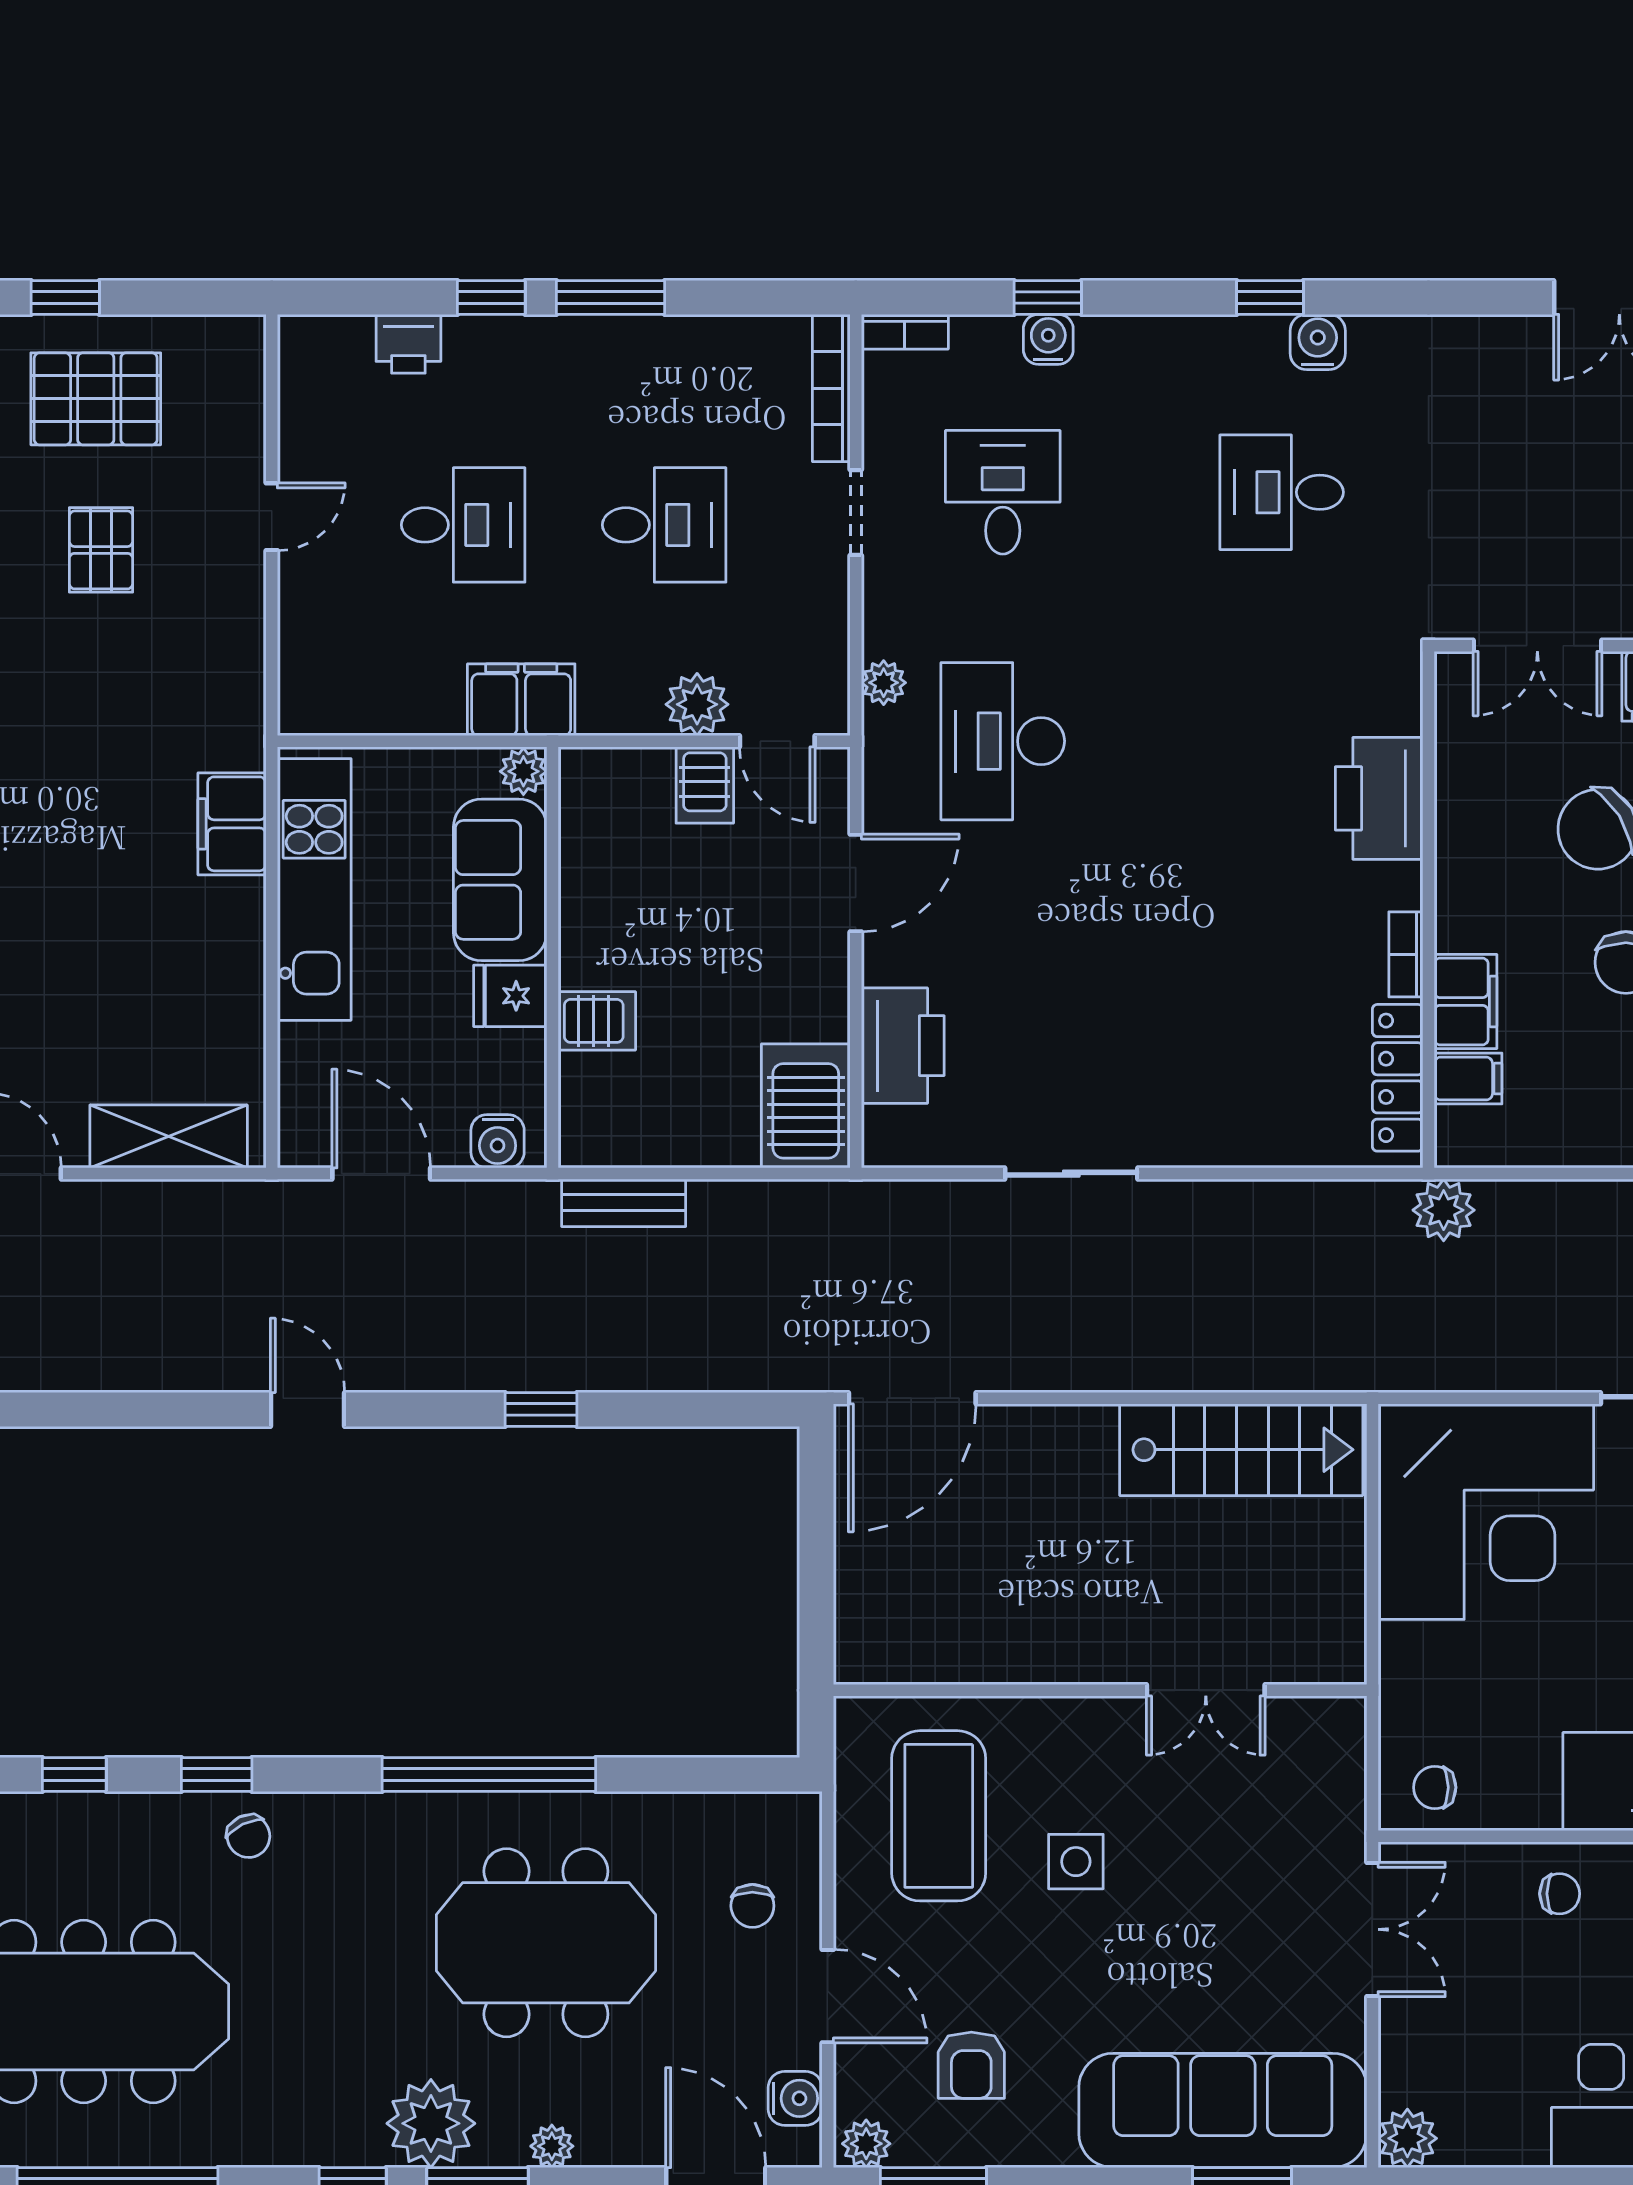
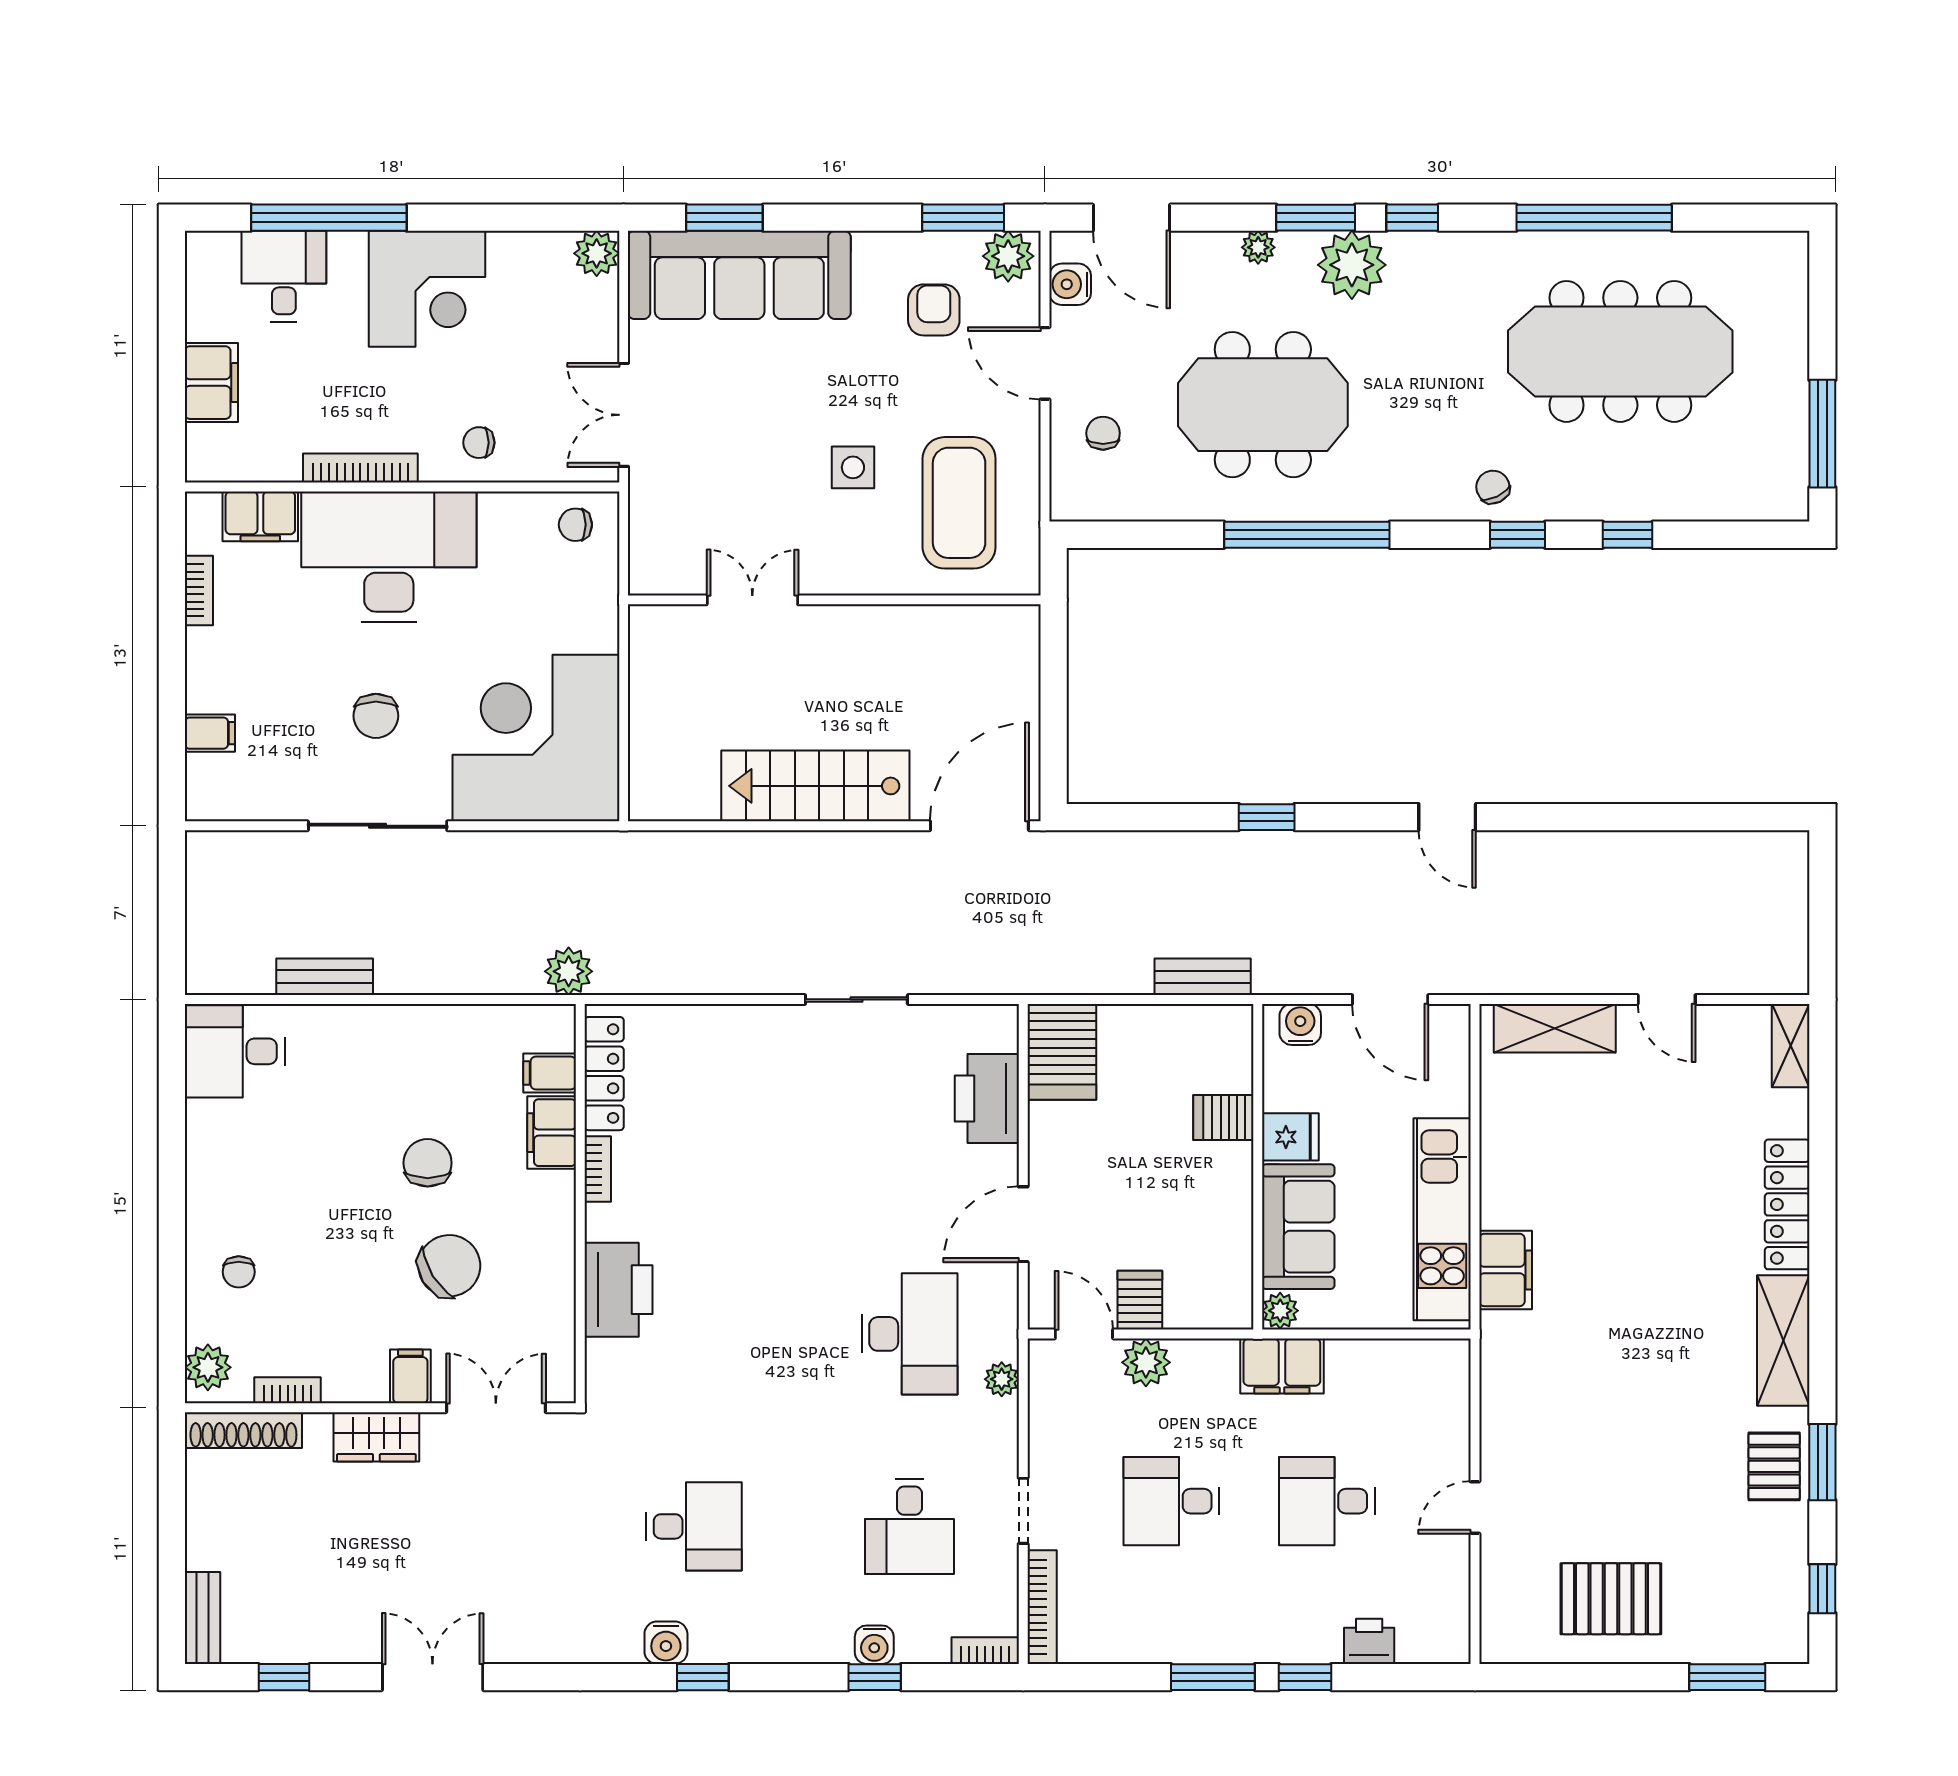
window: (65, 297) -> (1635, 1677), removed
pallet: (101, 550) -> (1607, 1482), removed
stairs: (1241, 1450) -> (815, 786), moved
chair: (1435, 1787) -> (575, 525), turned 180
plant: (866, 2144) -> (1008, 256), width x1.38, depth x1.38

